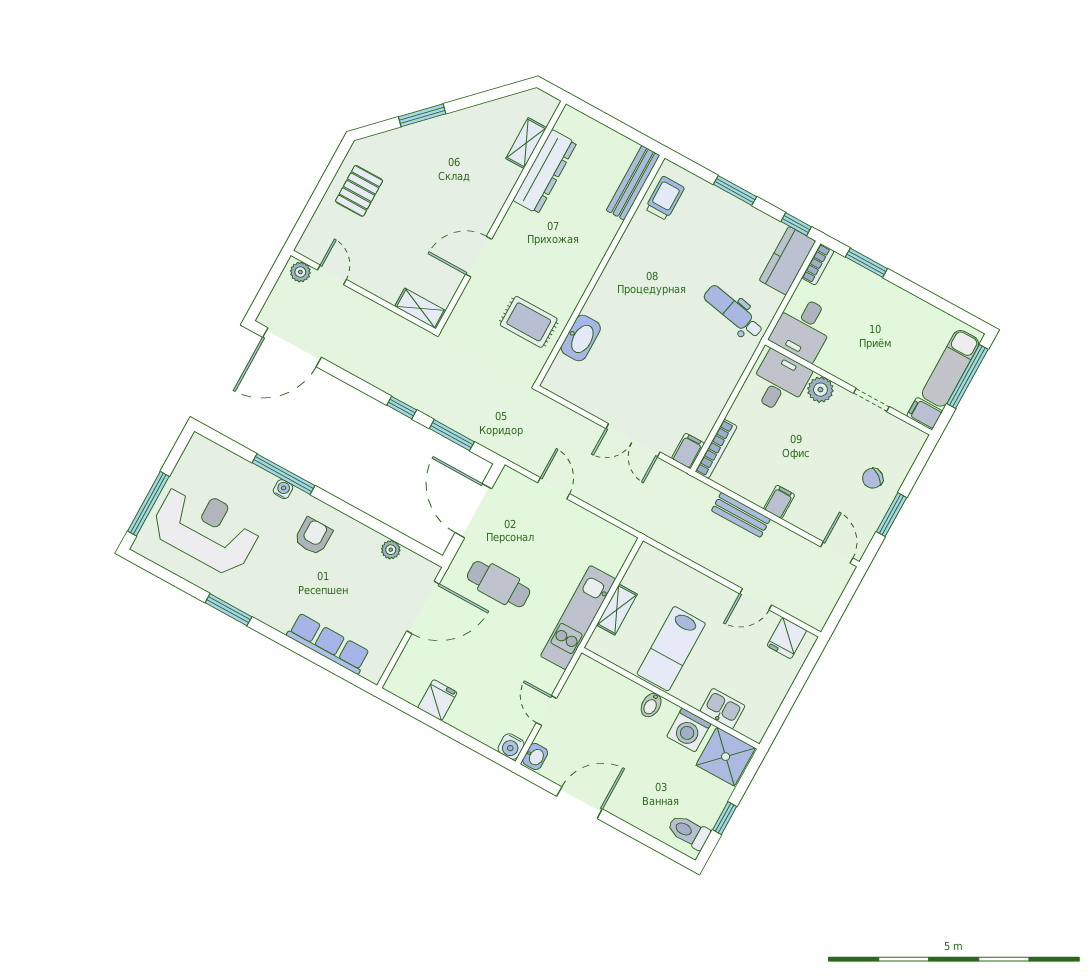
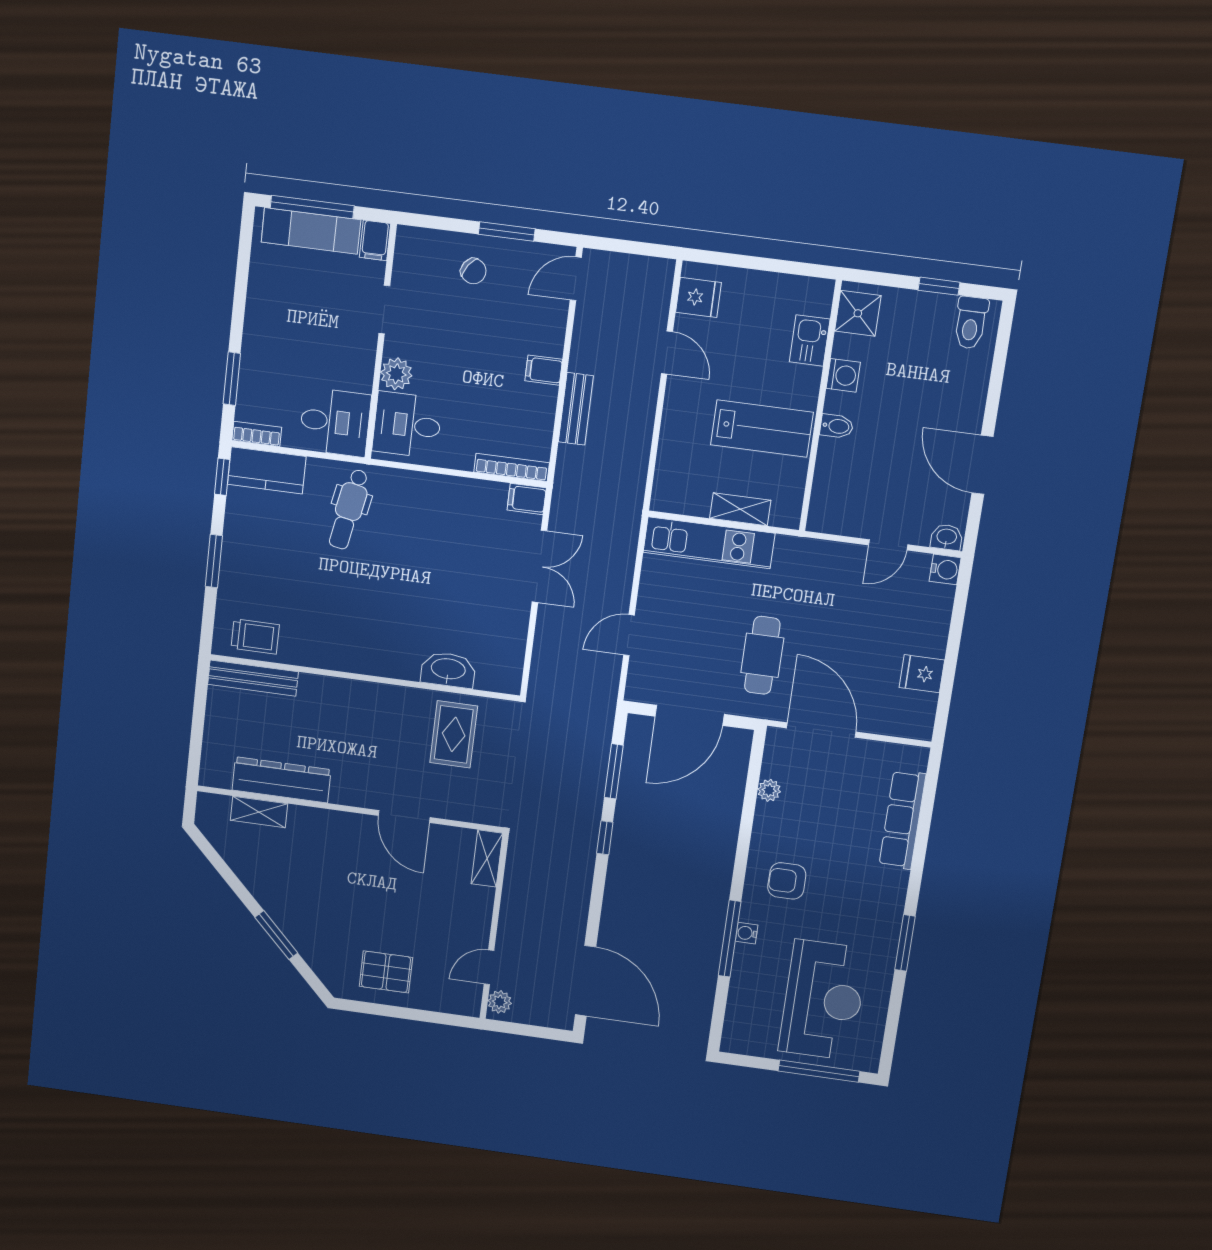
trolley: (665, 198) -> (255, 636), turned 180
reception desk: (206, 529) -> (823, 1000), turned 180
kitchen unit: (578, 618) -> (709, 543), moved
washing machine: (689, 730) -> (843, 375), width x0.73, depth x0.73
shower: (726, 757) -> (858, 313), width x0.73, depth x0.73

